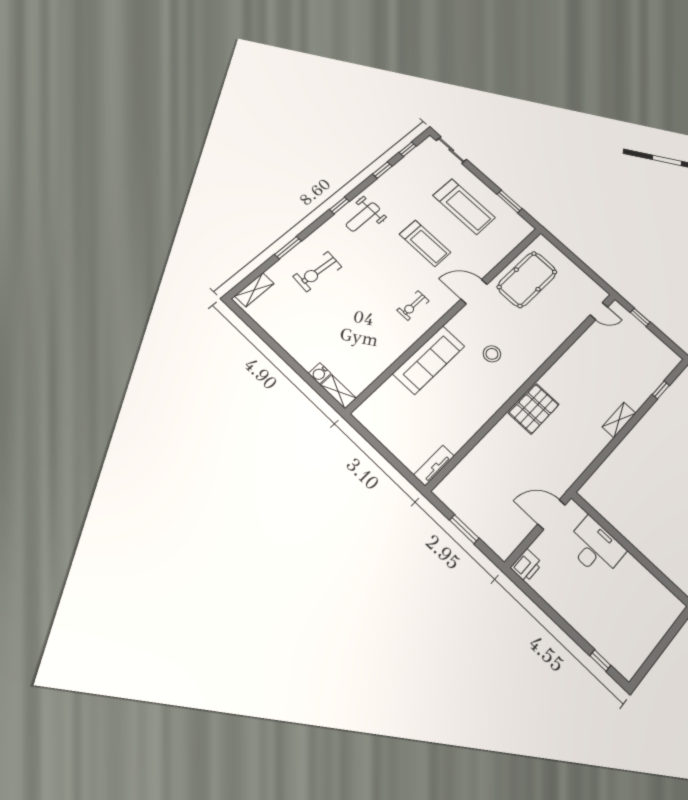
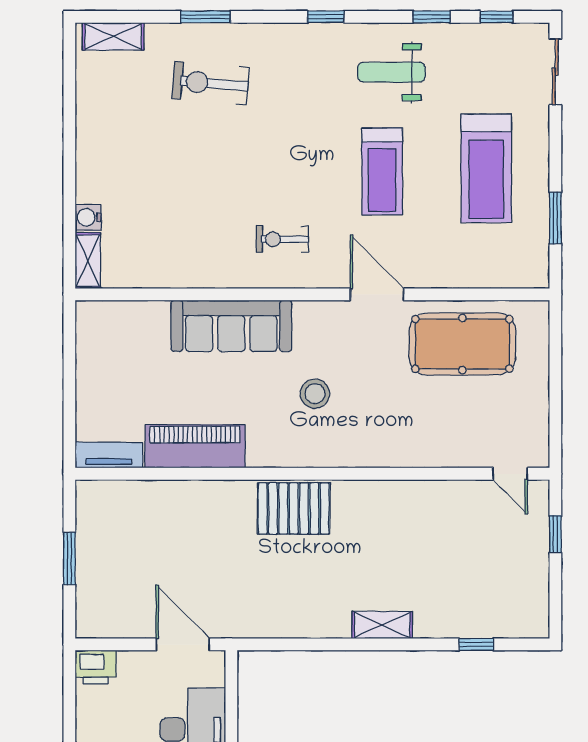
weight bench: (363, 217) -> (391, 72), moved
piano: (467, 424) -> (195, 446), added

